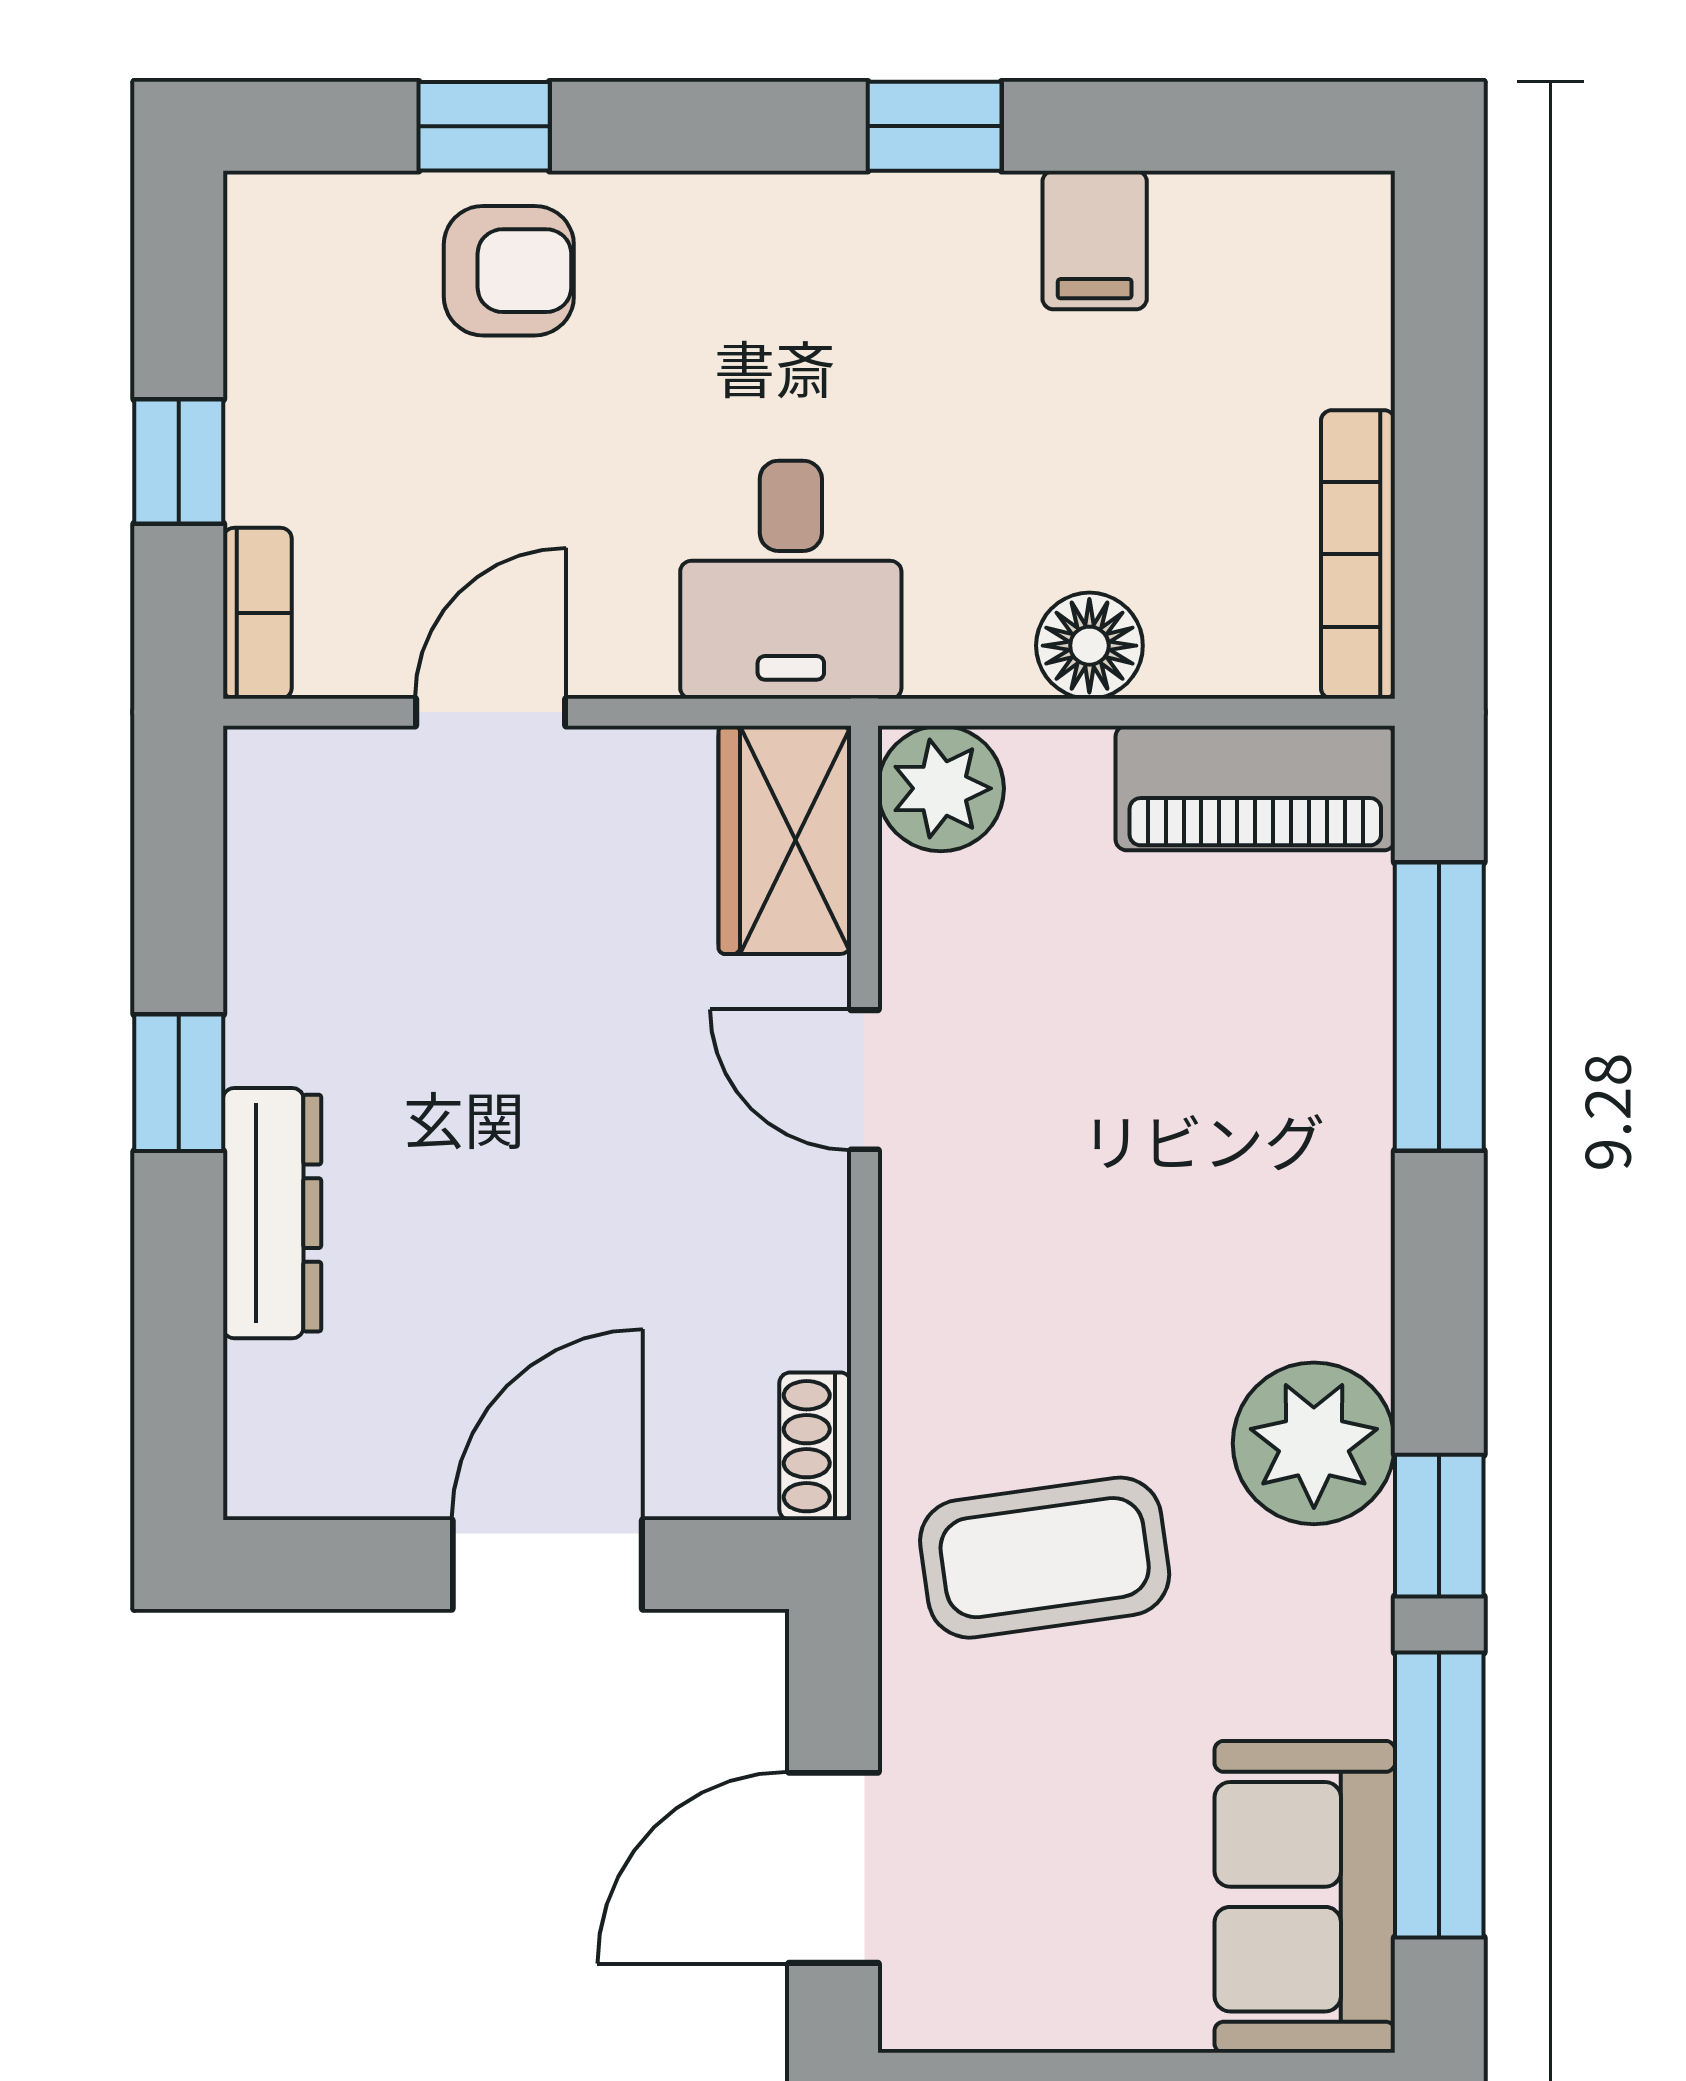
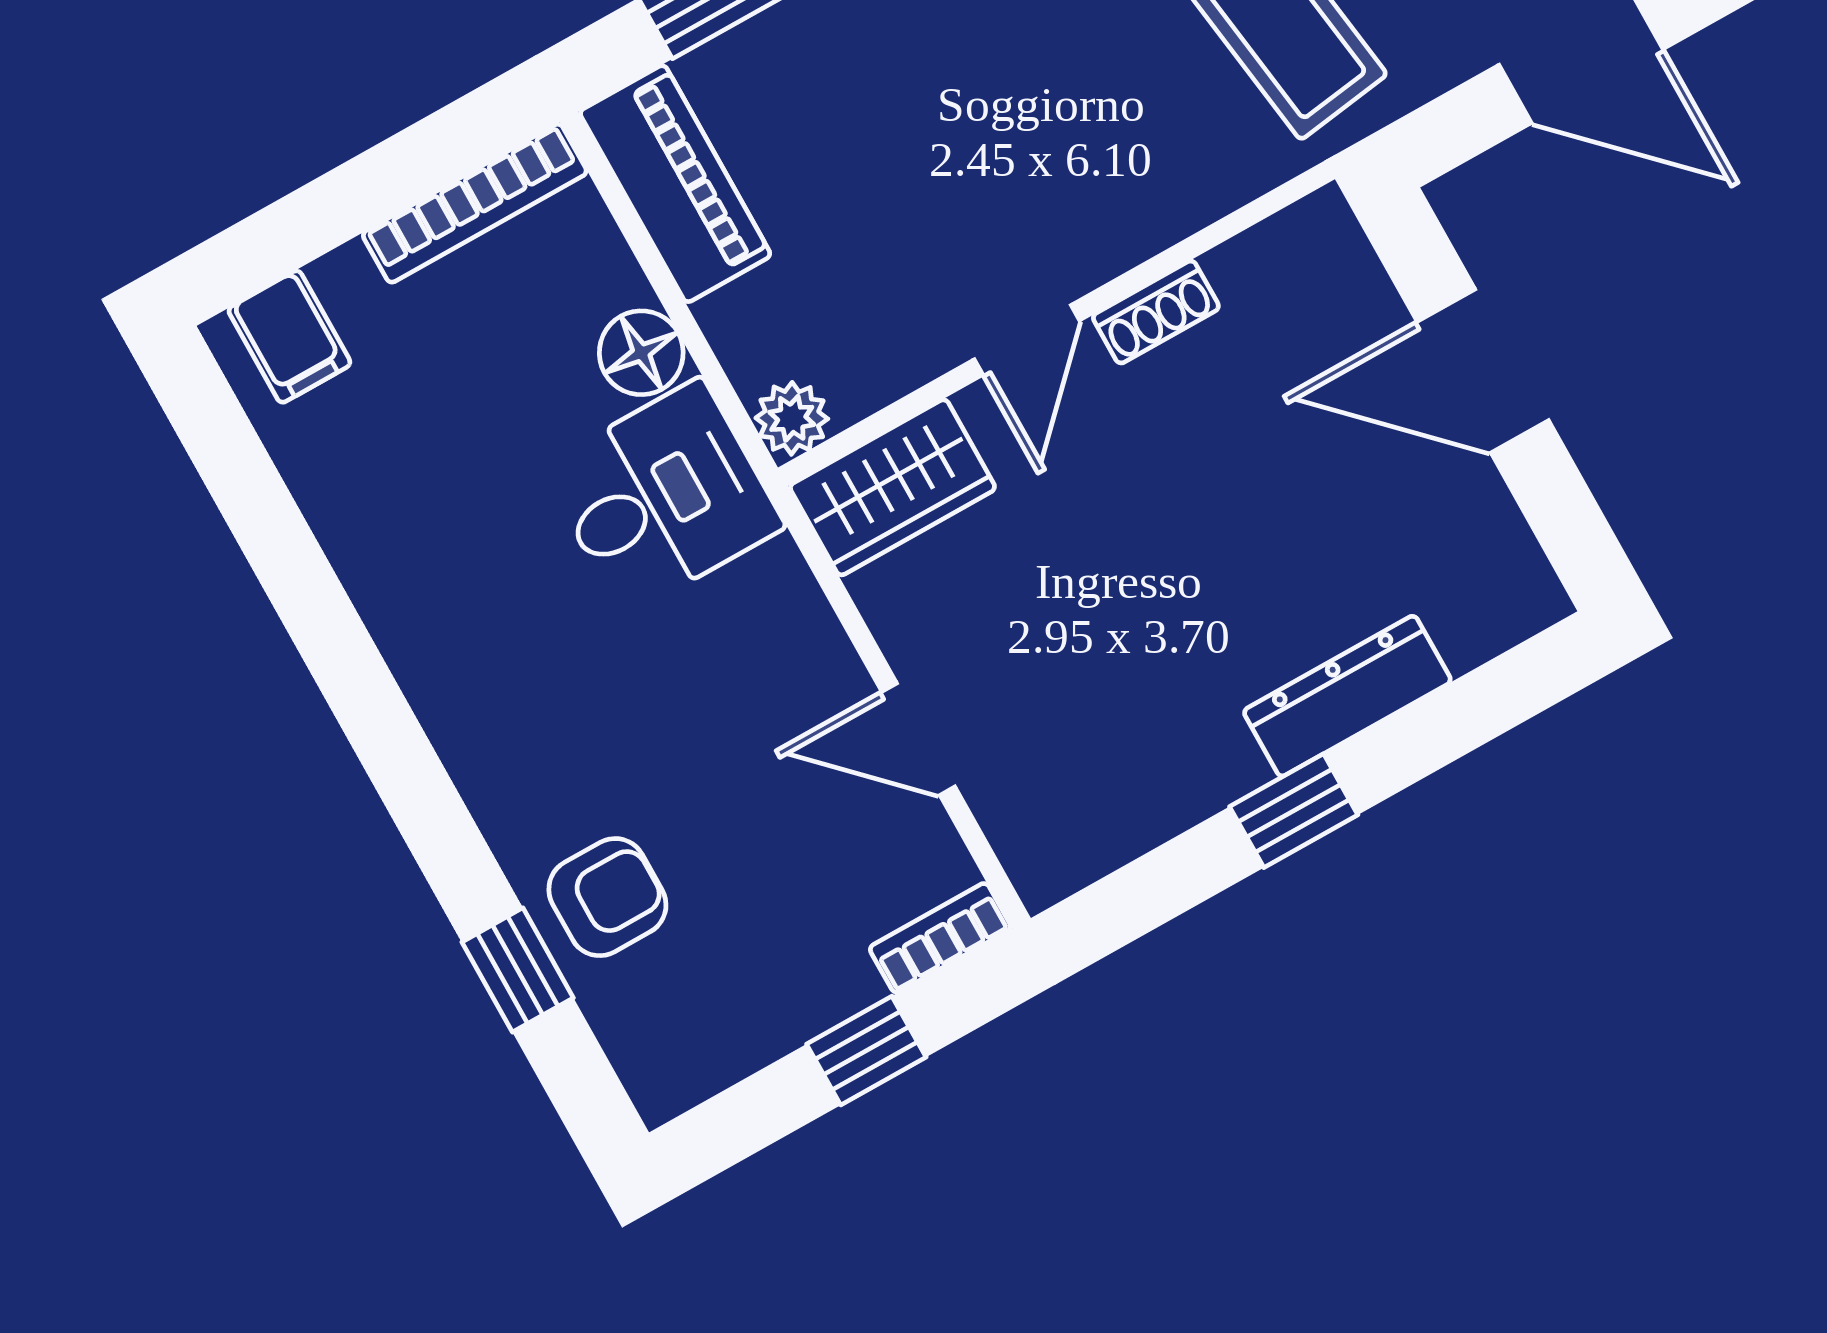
window: (935, 126) -> (344, 660), removed
filing cabinet: (1095, 240) -> (289, 337), moved, turned 90
armchair: (509, 271) -> (607, 897), turned 90
desk: (791, 580) -> (663, 497), moved
plant: (941, 788) -> (792, 418), width x0.73, depth x0.73
shoe rack: (815, 1446) -> (1156, 312), moved

